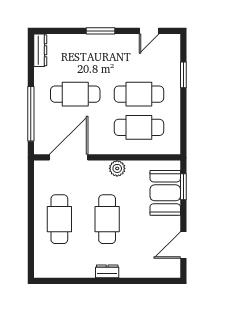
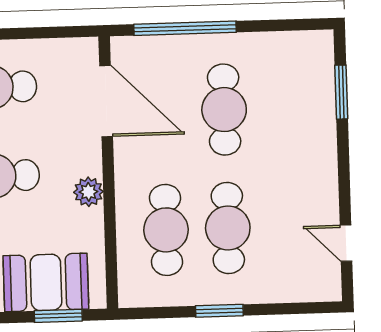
window: (100, 31) -> (341, 92), moved
dresser: (40, 50) -> (304, 42), removed
window: (183, 75) -> (219, 311), moved

